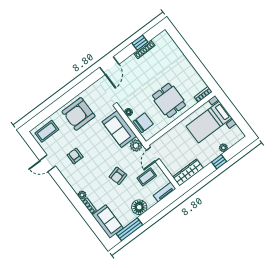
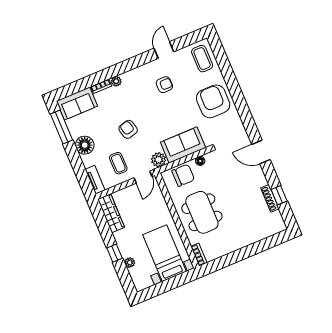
dining table: (169, 100) -> (202, 212), width x1.38
chair: (143, 123) -> (183, 175), turned -90
door: (153, 154) -> (143, 177), swing flipped

